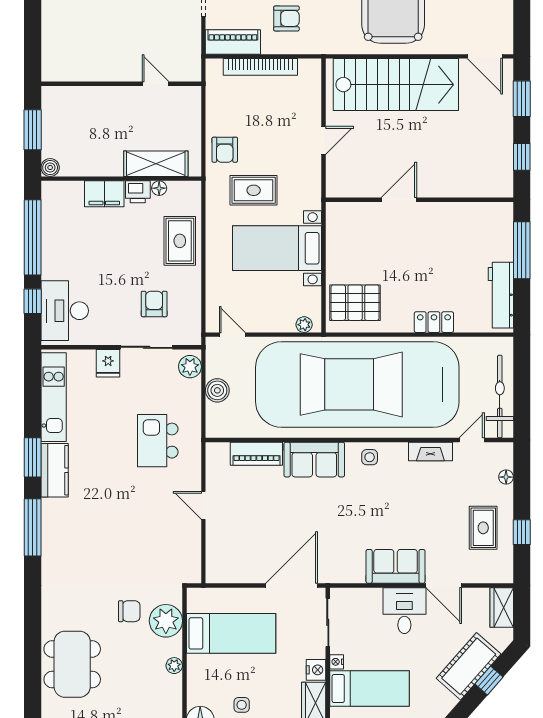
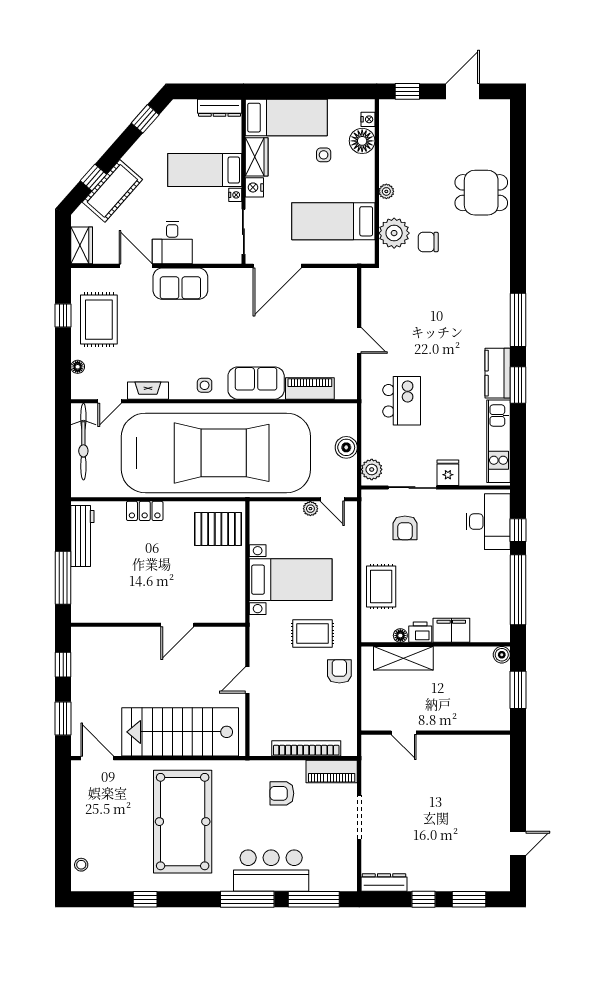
plant: (304, 325) -> (310, 509), moved
rug: (483, 528) -> (99, 320), width x1.36, depth x1.43
dining table: (72, 664) -> (481, 193), width x0.73

